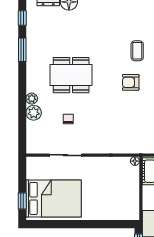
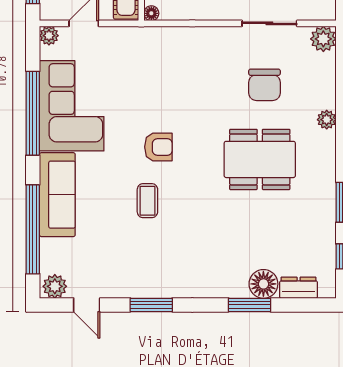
plant: (34, 113) -> (323, 39), moved
chair: (68, 119) -> (265, 85), width x1.87, depth x1.87

